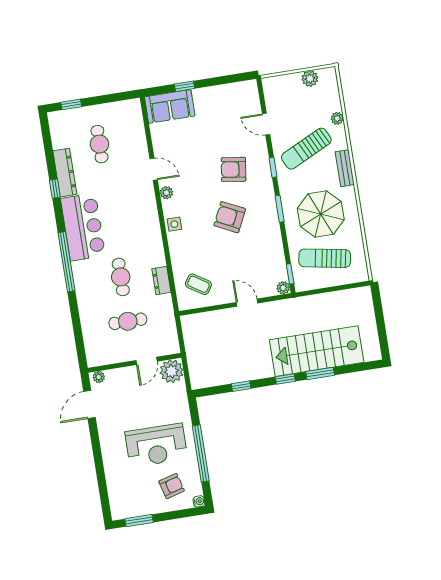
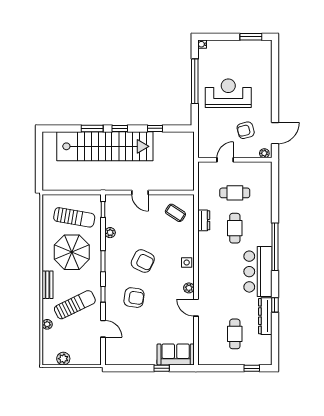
plant: (283, 288) -> (110, 233), moved
stairs: (317, 351) -> (105, 146), width x1.36
plant: (172, 371) -> (207, 149), removed
armchair: (172, 486) -> (246, 130), moved

